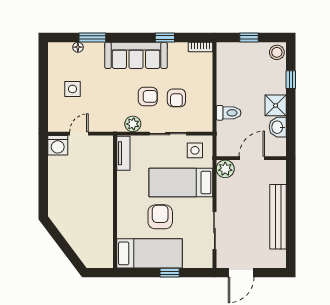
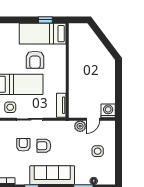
plant: (133, 124) -> (80, 126), moved
window: (170, 273) -> (45, 20), moved

